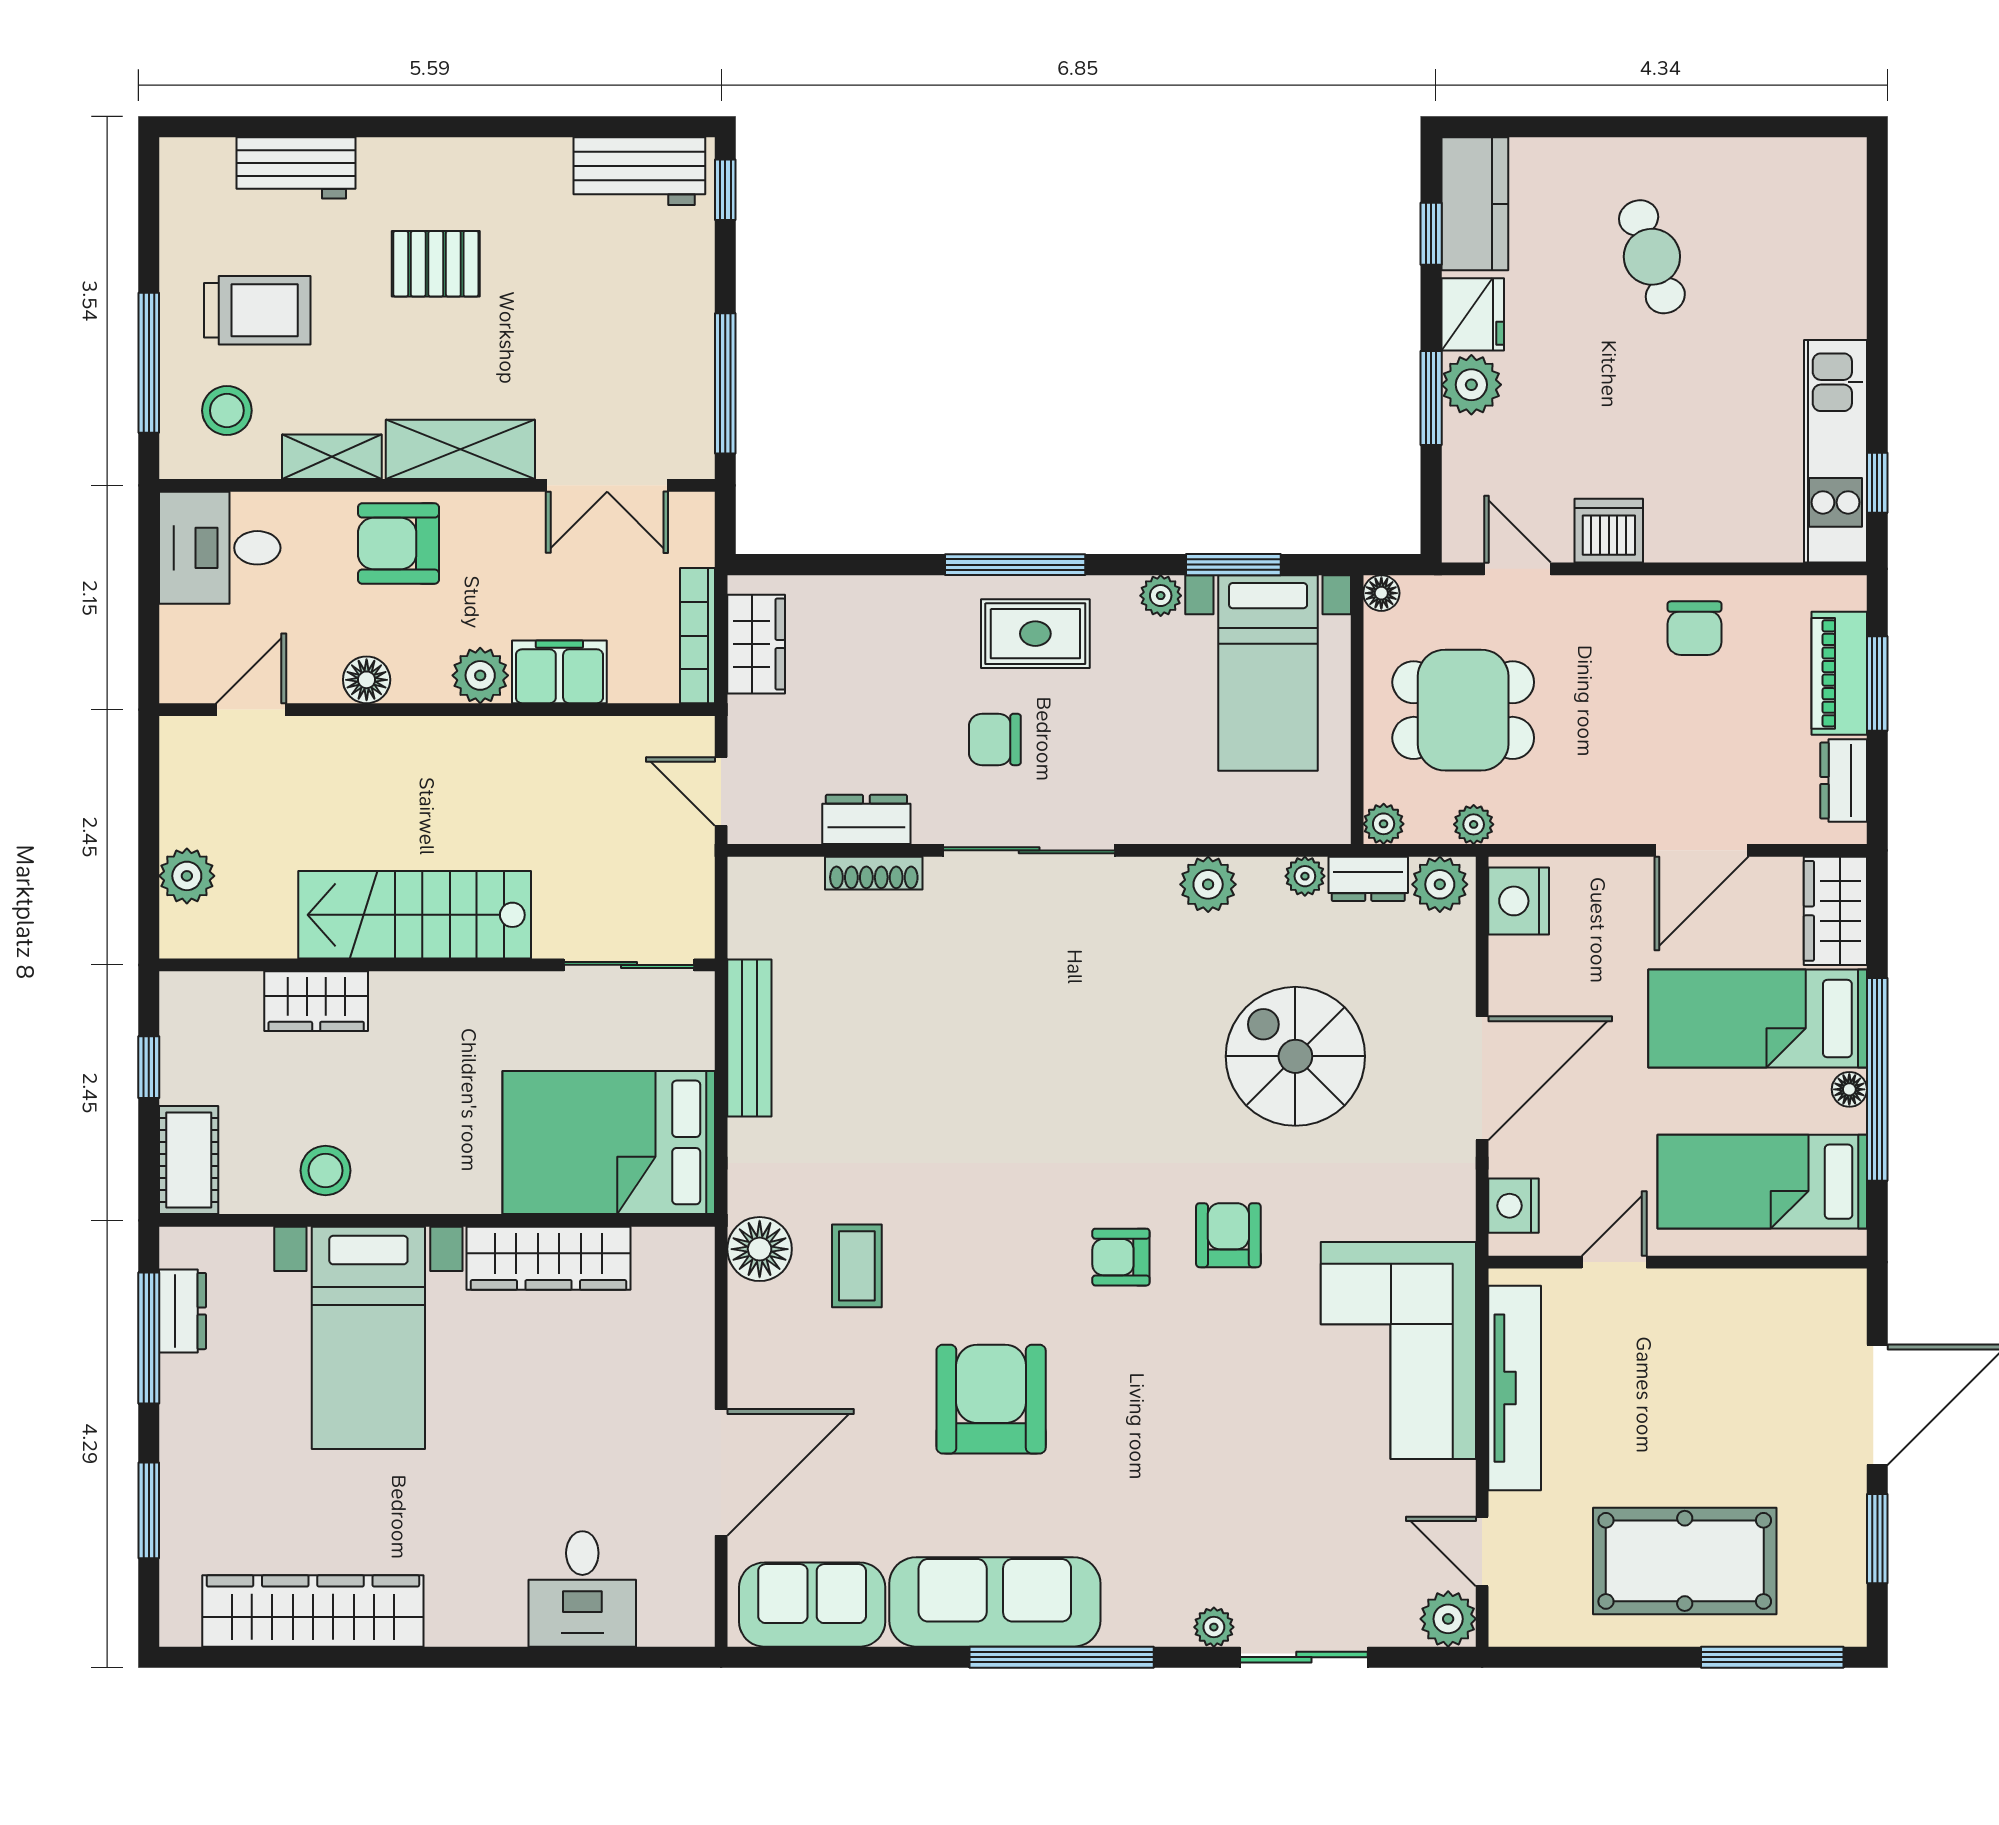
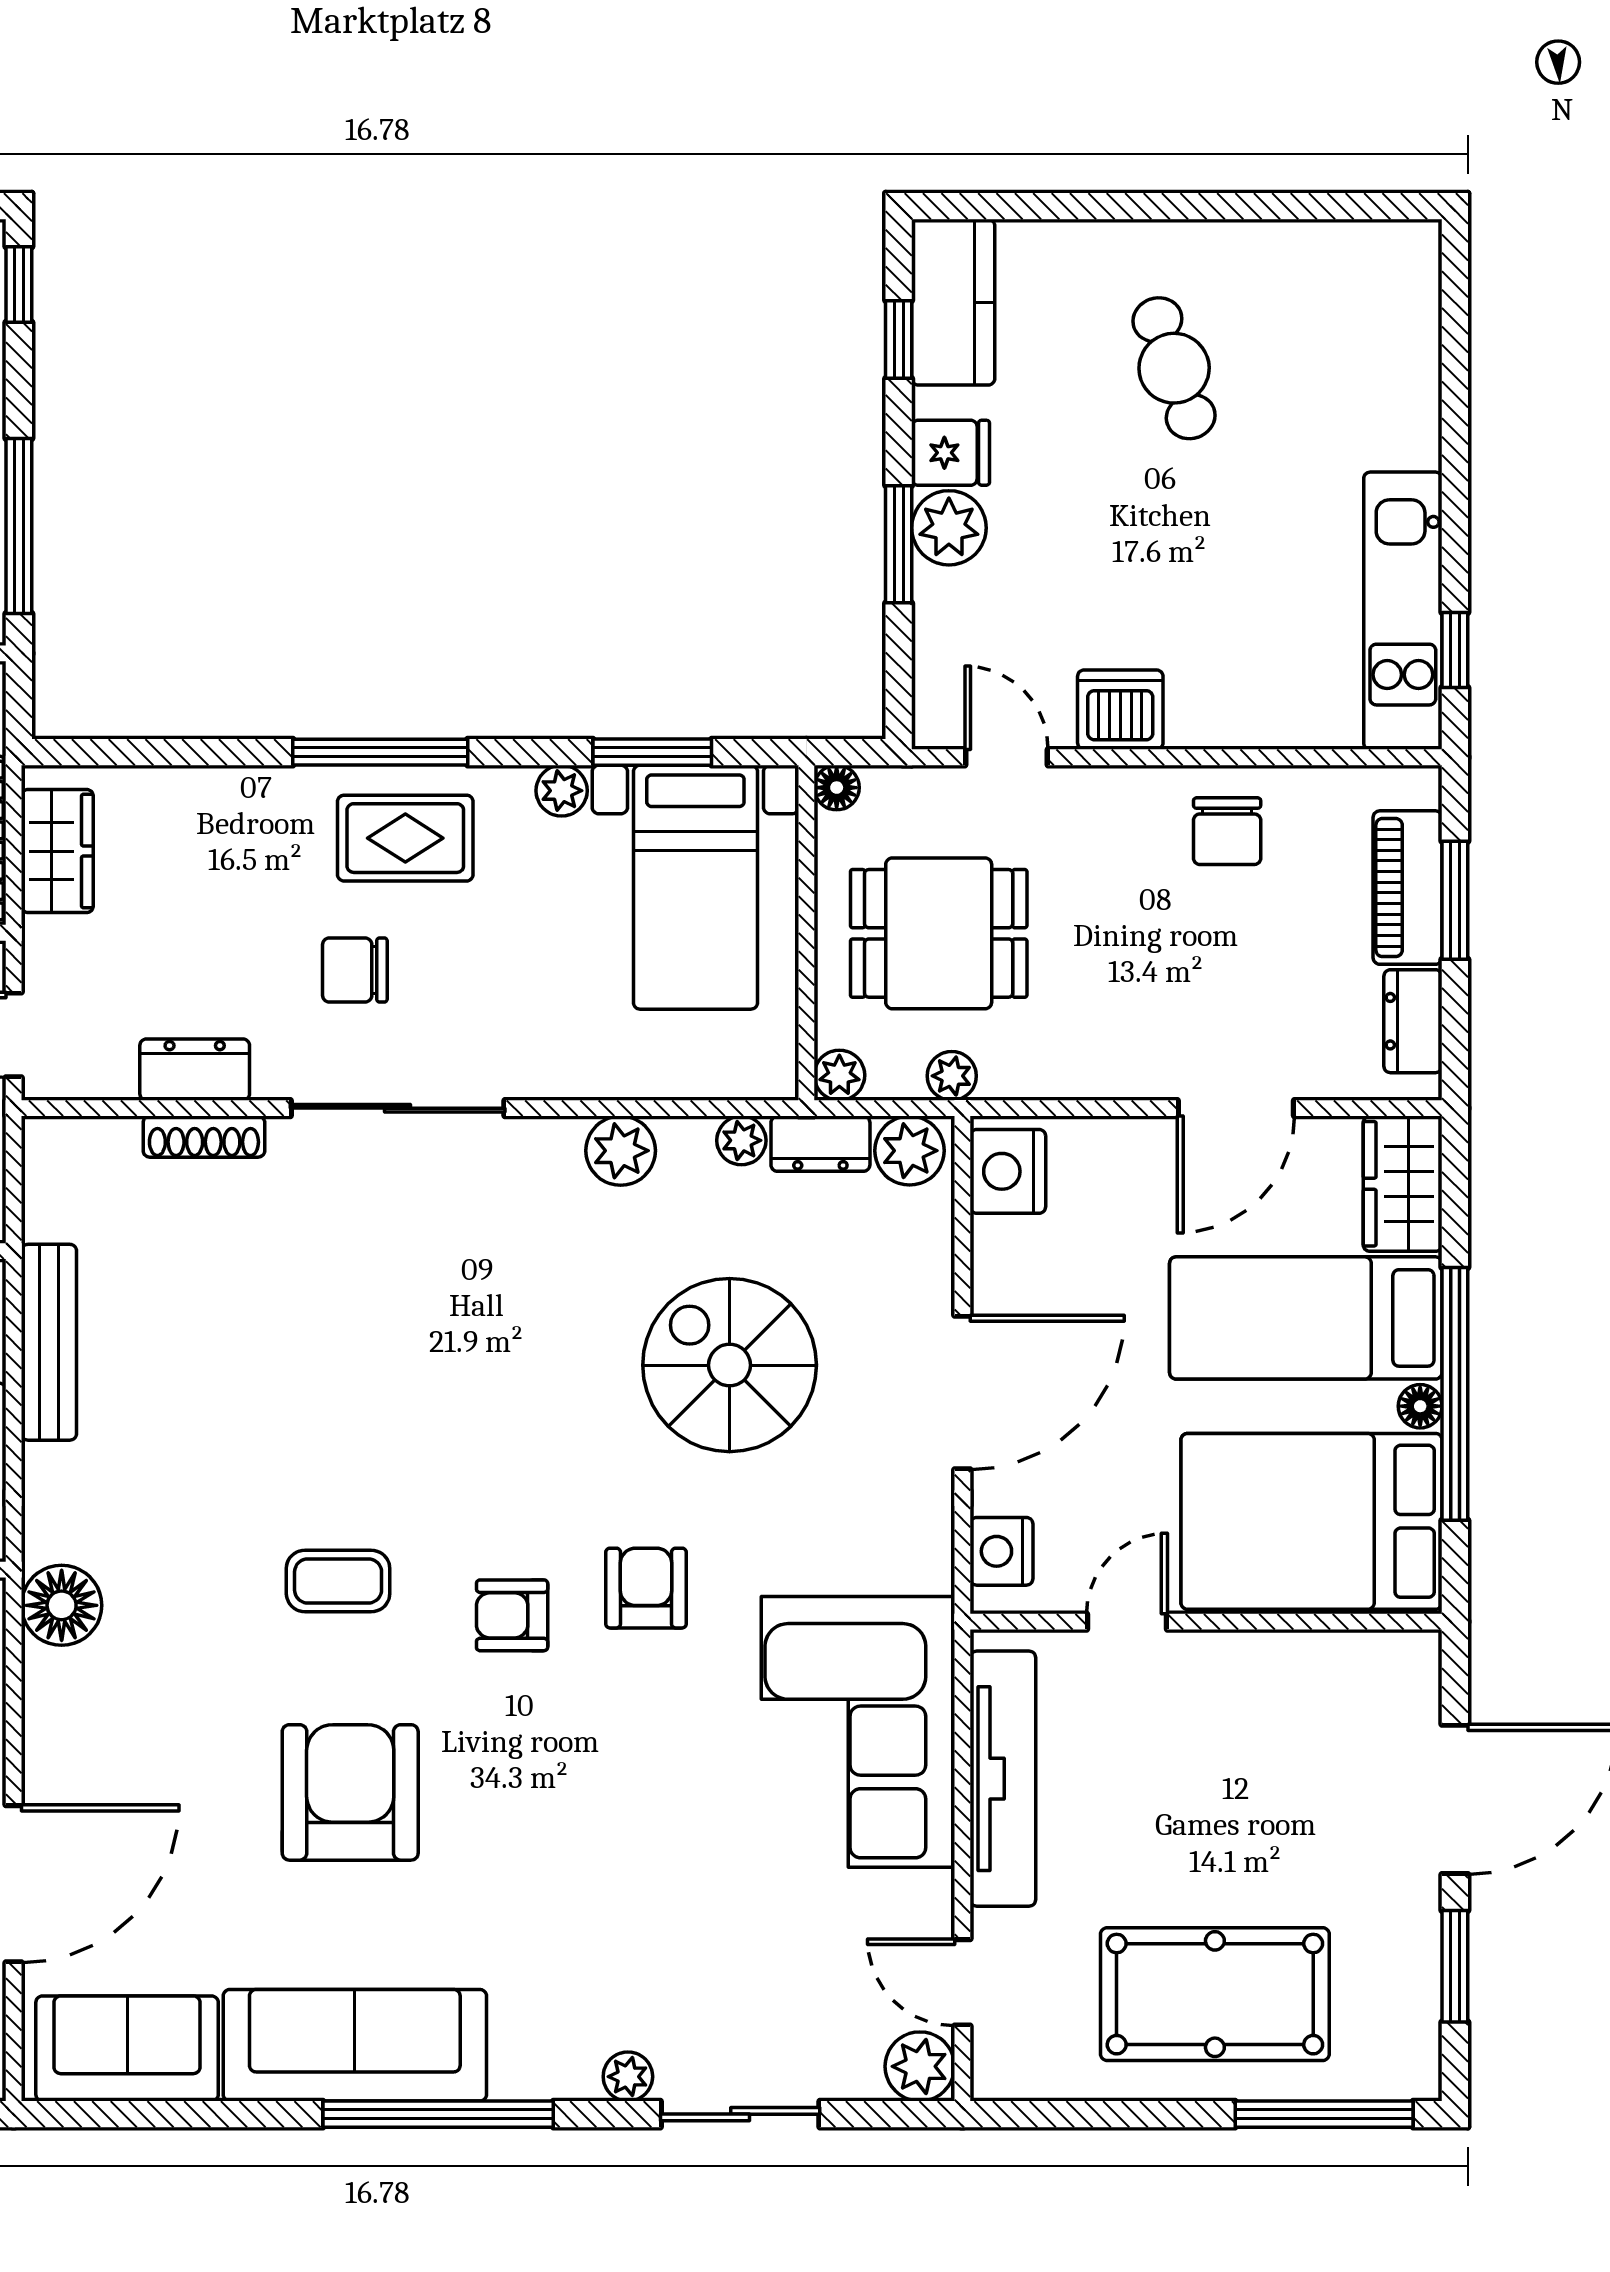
fridge: (1473, 314) -> (951, 453), width x0.72
bed: (1762, 1182) -> (1312, 1521), width x1.50
coffee table: (857, 1266) -> (338, 1581), moved, turned 90

